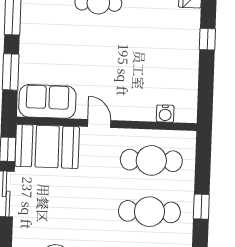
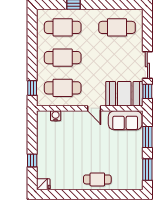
window: (201, 207) -> (32, 88), moved

